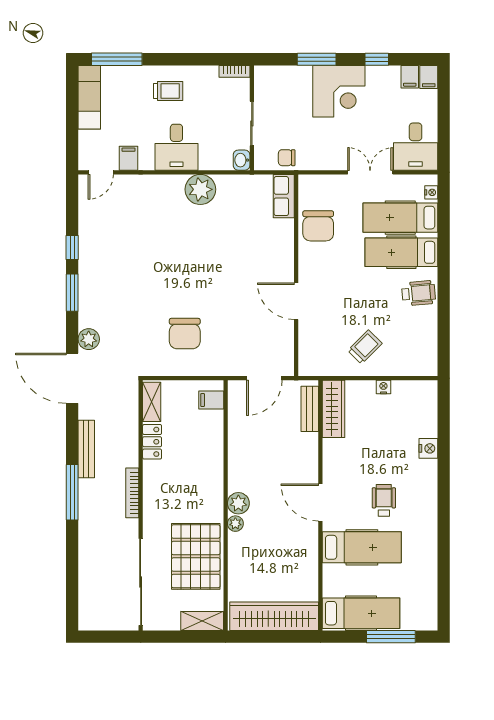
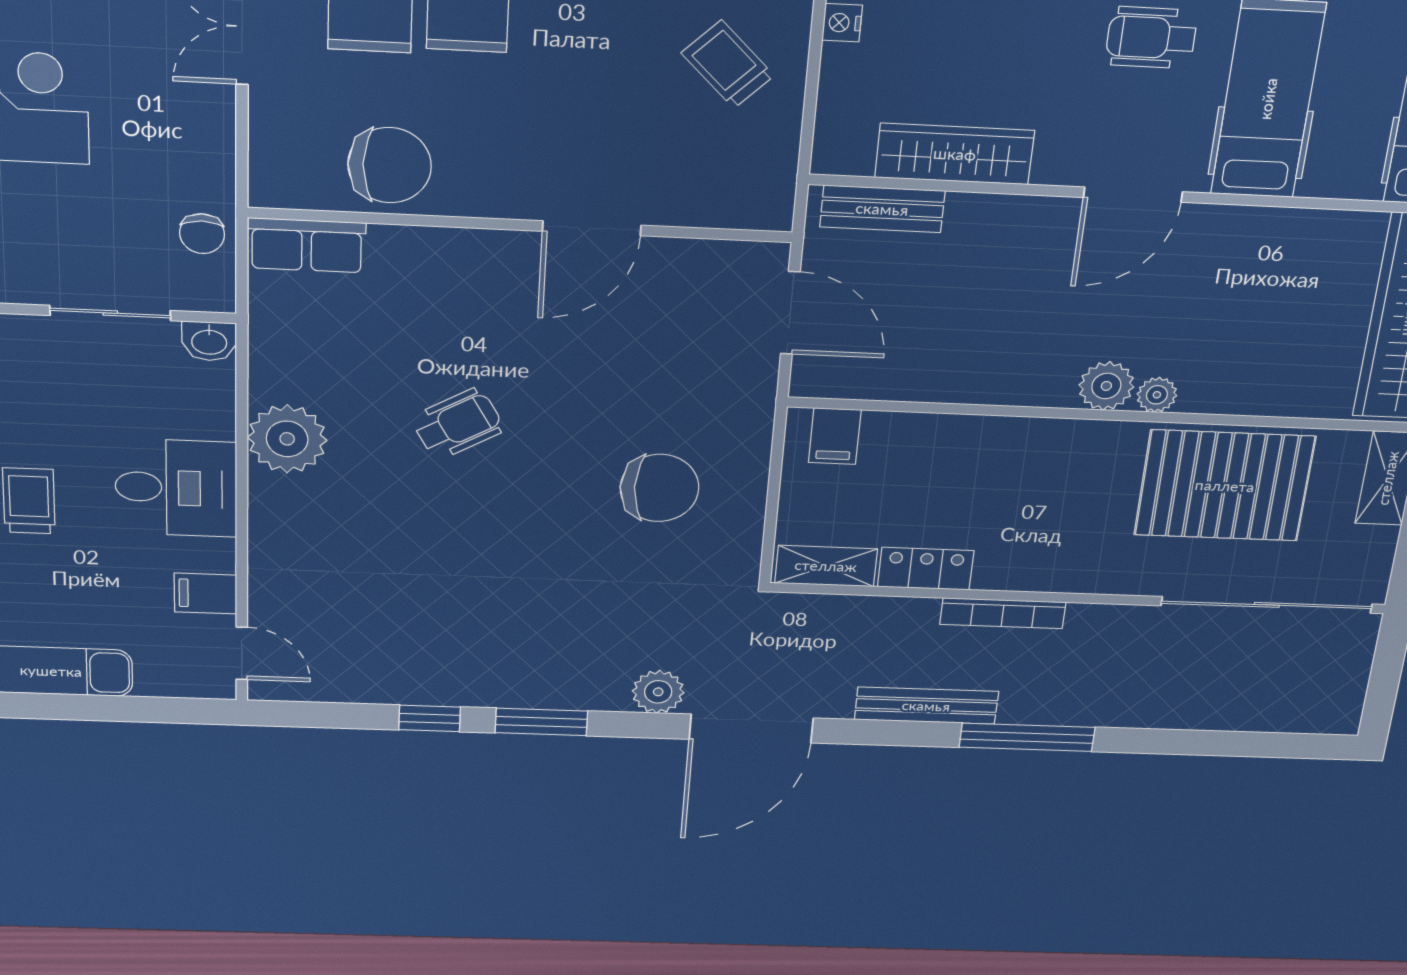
wheelchair: (210, 254) -> (458, 424), added
wardrobe: (334, 409) -> (955, 154), moved
bookcase: (132, 493) -> (1003, 613), moved

